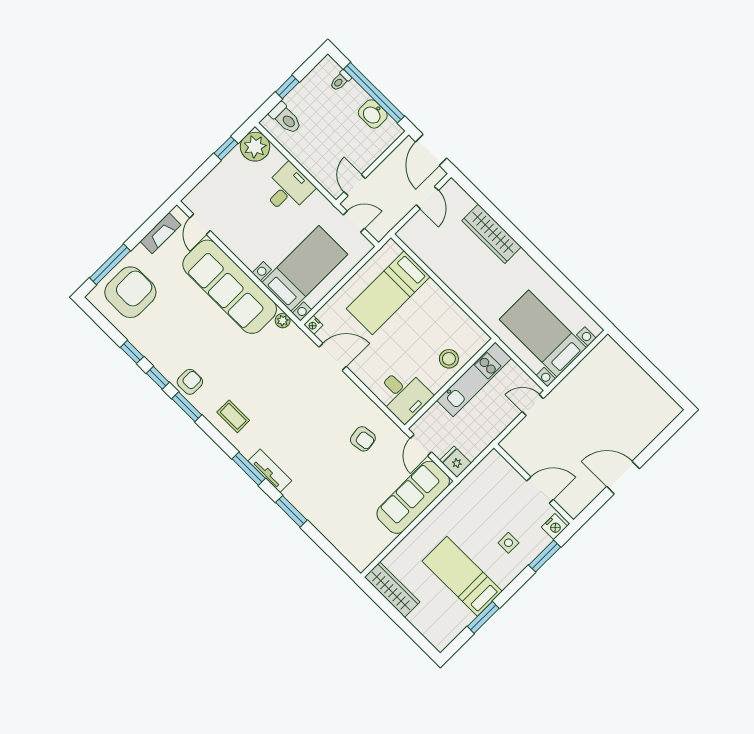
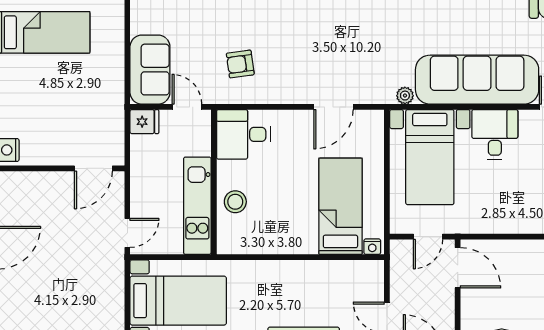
door: (355, 185) -> (458, 268), width x1.38
desk: (288, 189) -> (495, 134), moved, turned 180
nightstand: (313, 325) -> (372, 247), moved, turned 180
door: (540, 490) -> (93, 168), moved
sofa: (413, 497) -> (150, 70), width x0.73
side table: (508, 543) -> (33, 99), removed

